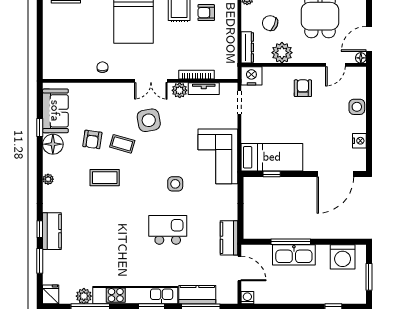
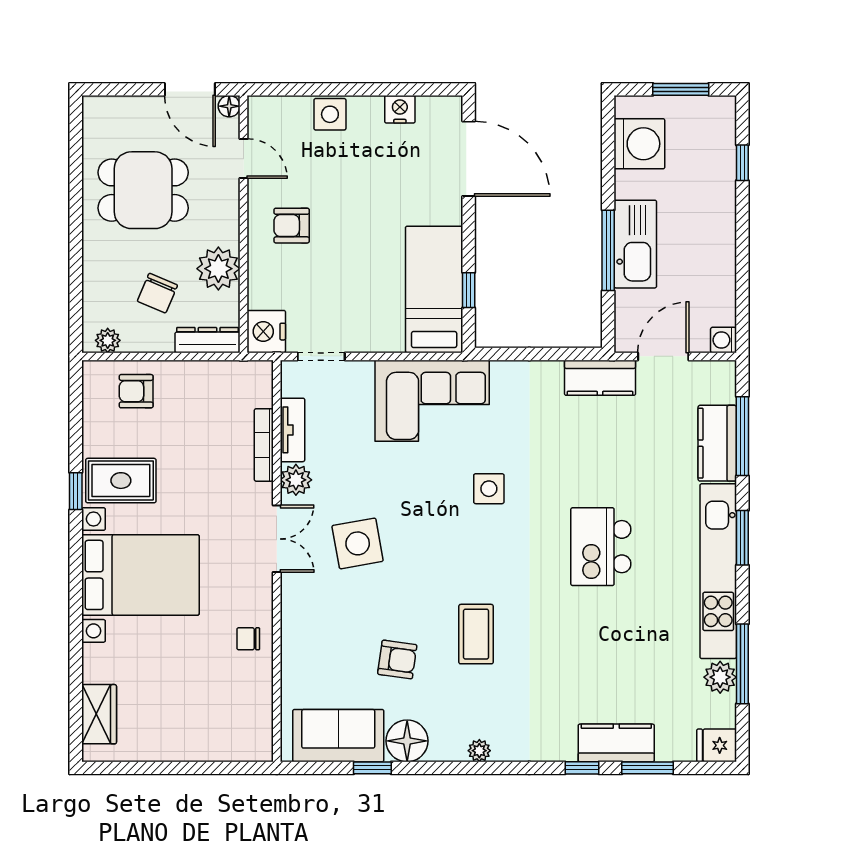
armchair: (206, 13) -> (136, 391), moved, turned 90
coffee table: (122, 144) -> (406, 598), removed
kitchen island: (168, 230) -> (601, 547), moved
kitchen counter: (52, 231) -> (616, 743), moved

